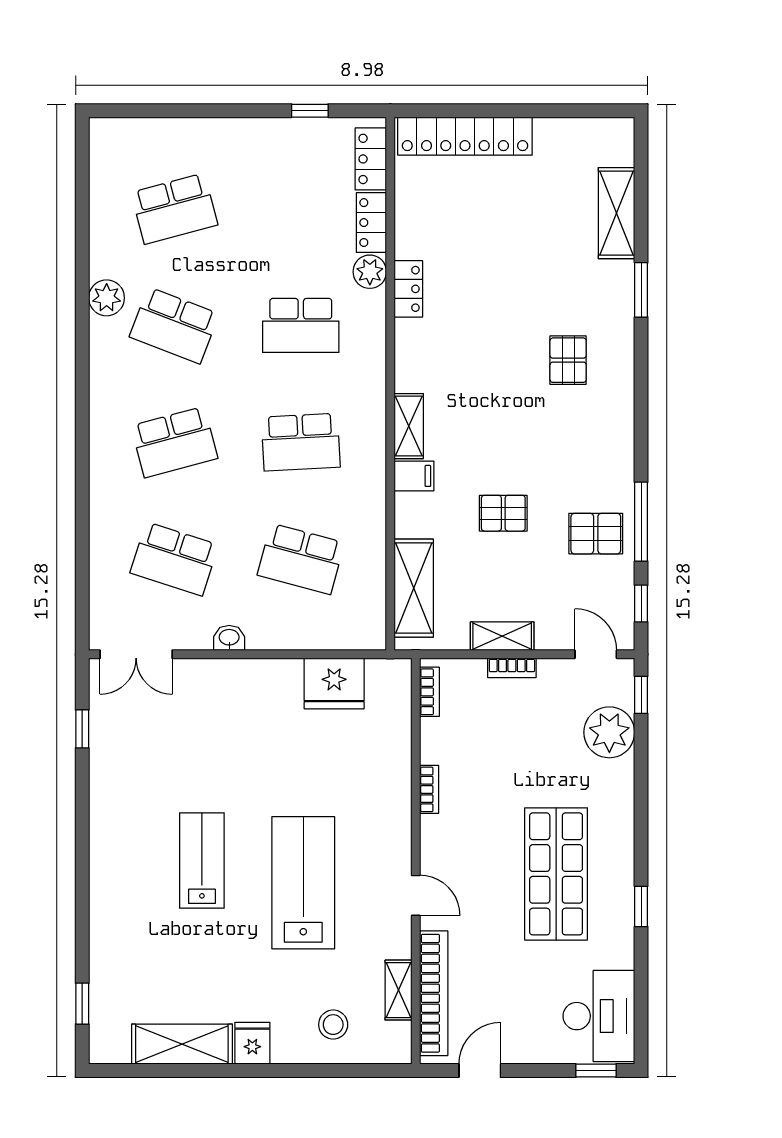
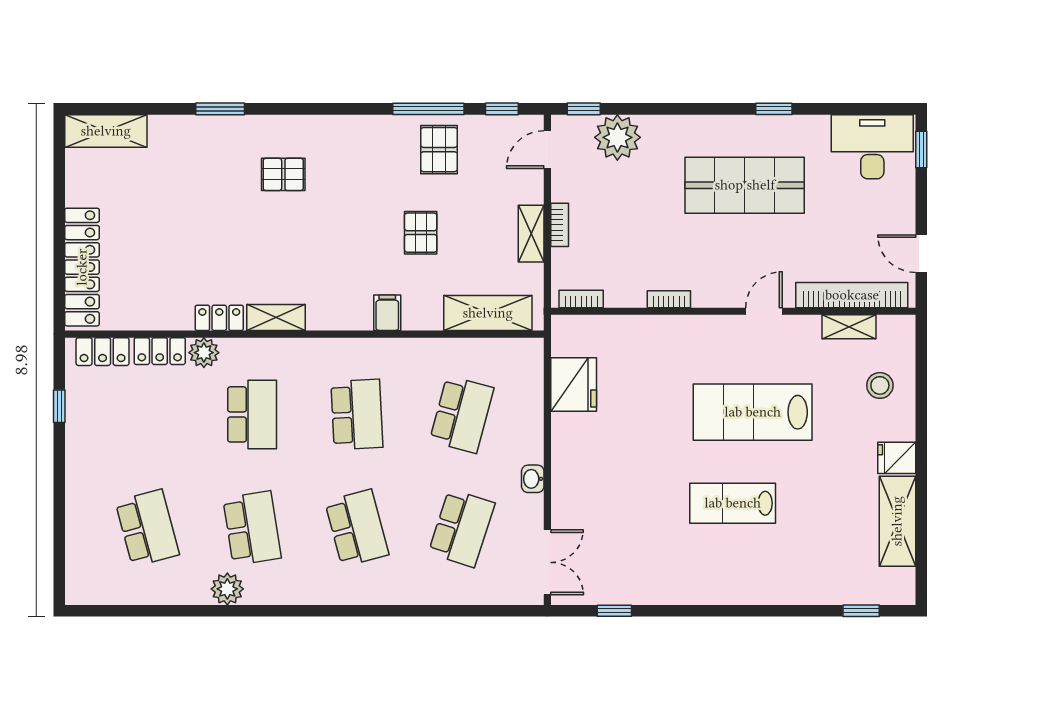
shelving: (617, 213) -> (106, 131), moved
school desk: (174, 325) -> (252, 528), turned -30
shelving: (409, 426) -> (276, 318), moved

